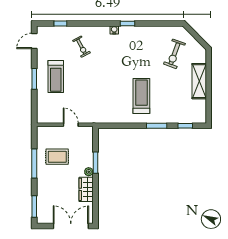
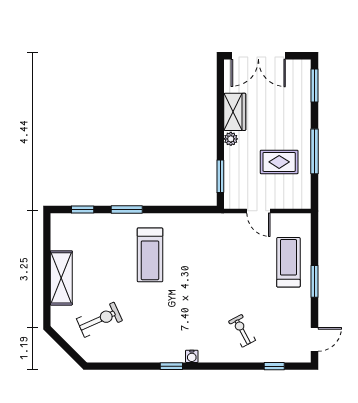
exercise bike: (174, 54) -> (99, 320), turned 46
treadmill: (56, 76) -> (288, 262), moved
window: (96, 163) -> (220, 176), moved

